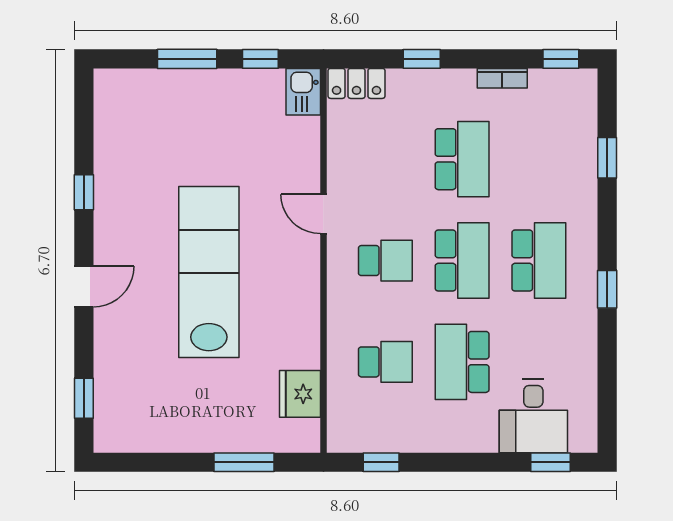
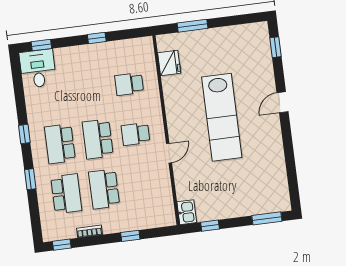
window: (187, 59) -> (267, 218), moved
locker: (356, 83) -> (161, 220), removed
window: (607, 158) -> (30, 179), moved
window: (84, 192) -> (289, 149), removed
door: (323, 214) -> (169, 153), hinge flipped
school desk: (462, 362) -> (66, 194), moved
desk: (533, 416) -> (38, 69), moved
window: (381, 462) -> (97, 38), moved

